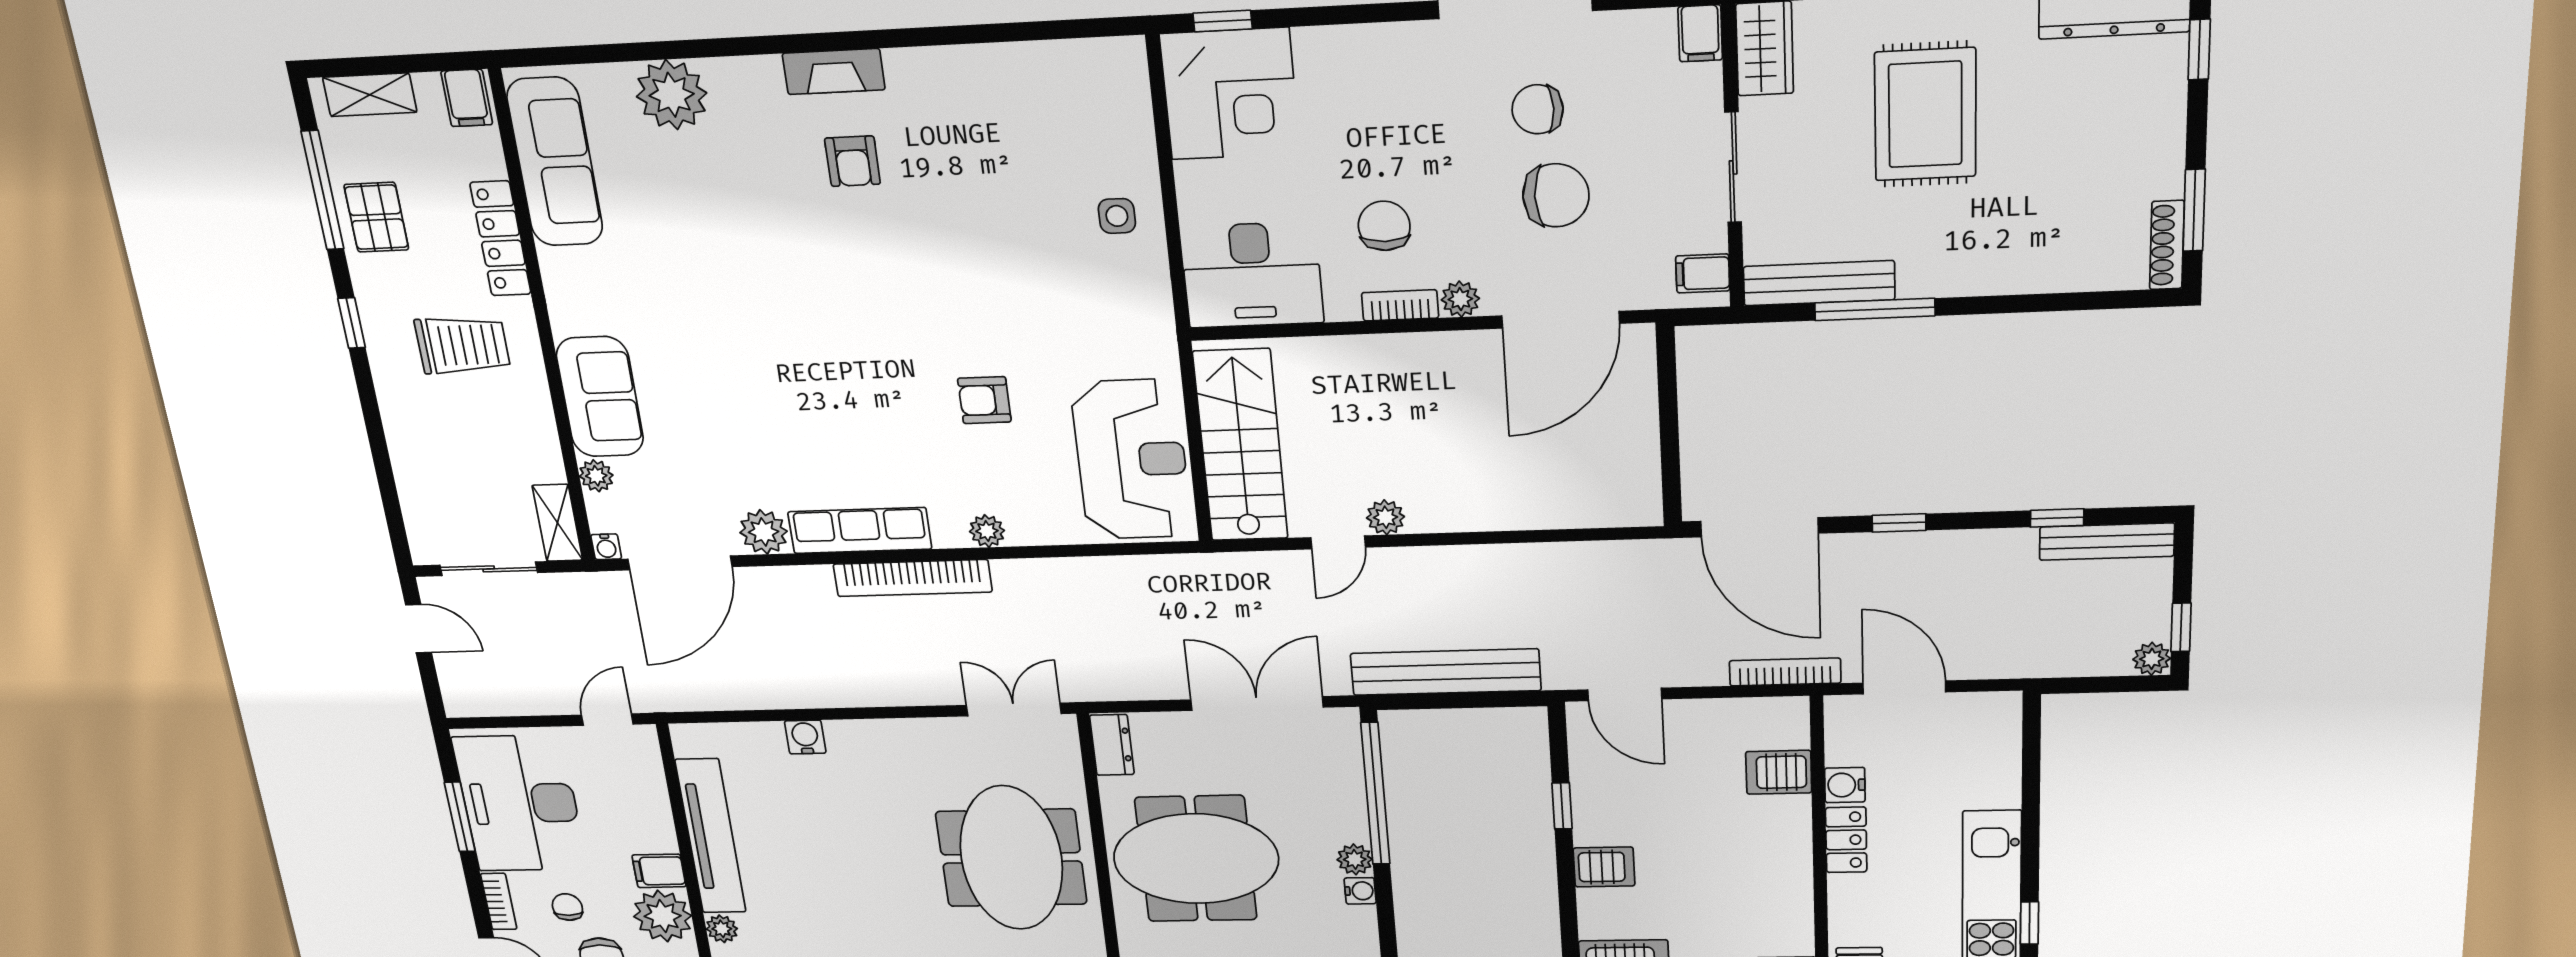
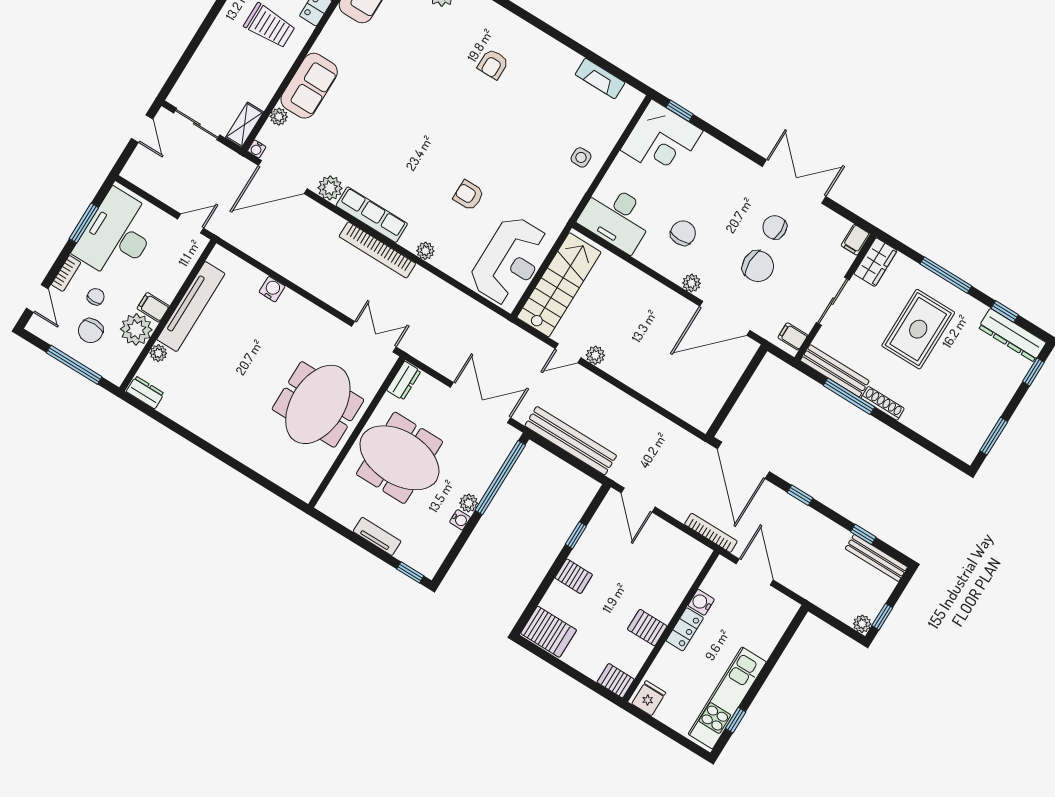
fireplace: (834, 72) -> (600, 79), moved
shoe rack: (2167, 245) -> (883, 403), moved, turned 90
bookcase: (1400, 305) -> (666, 270), removed
server rack: (1779, 772) -> (647, 628), moved

